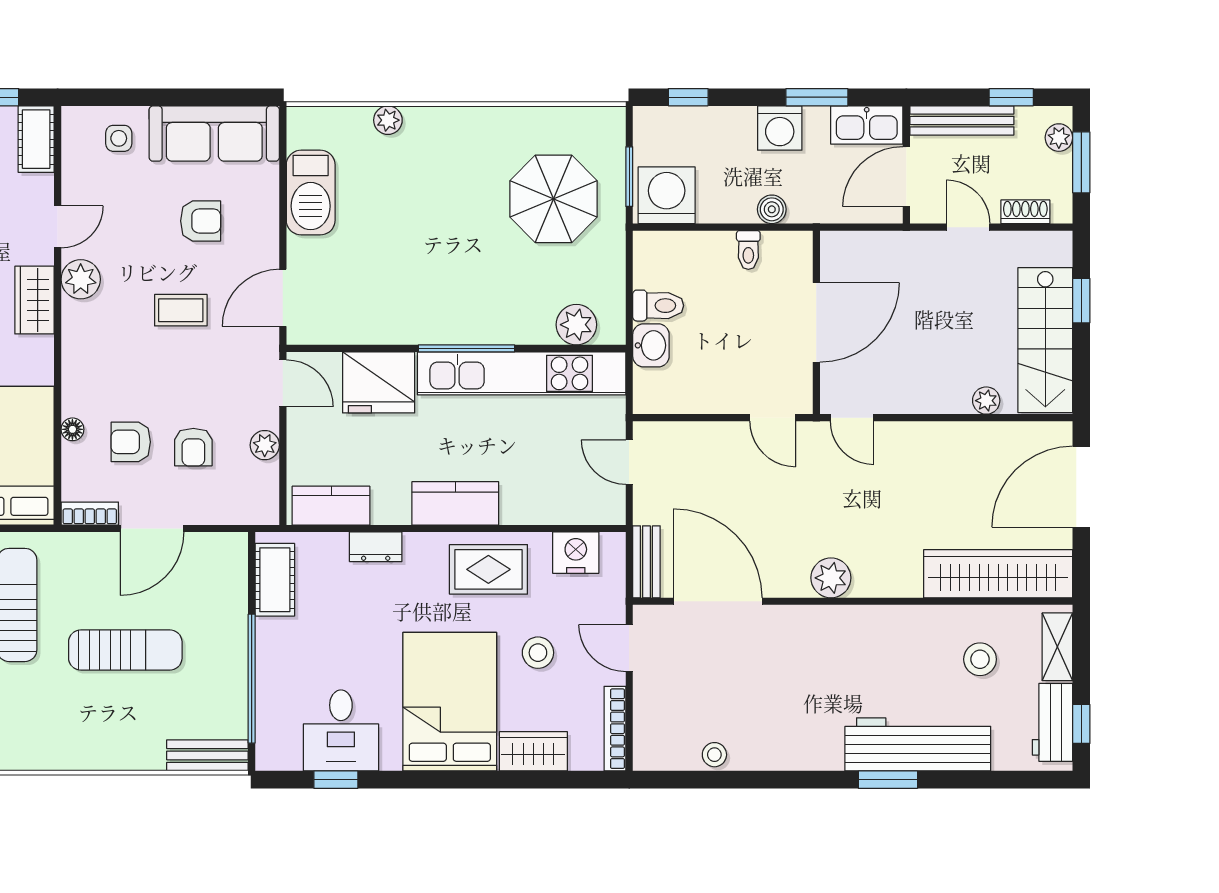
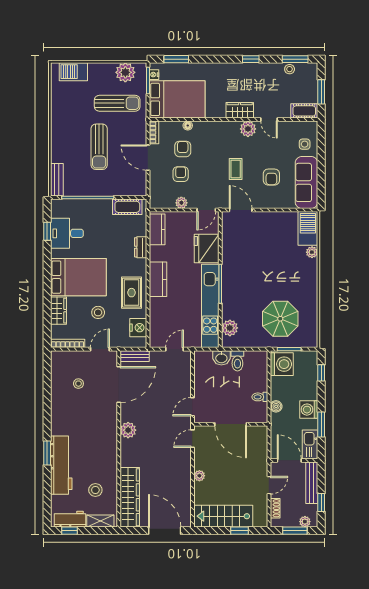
barbecue: (311, 193) -> (308, 228), moved, turned 90
plant: (986, 401) -> (199, 476), moved
armchair: (193, 447) -> (181, 174), turned 90
stool: (714, 755) -> (78, 384), moved

